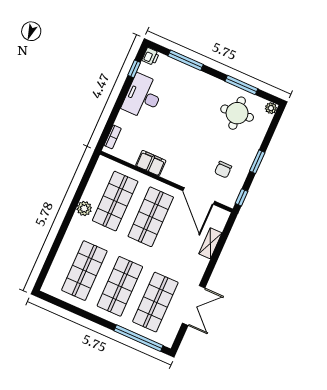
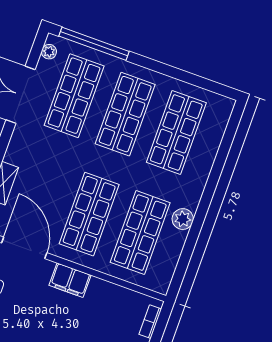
filing cabinet: (151, 163) -> (70, 280), moved
plant: (171, 335) -> (49, 52), added

